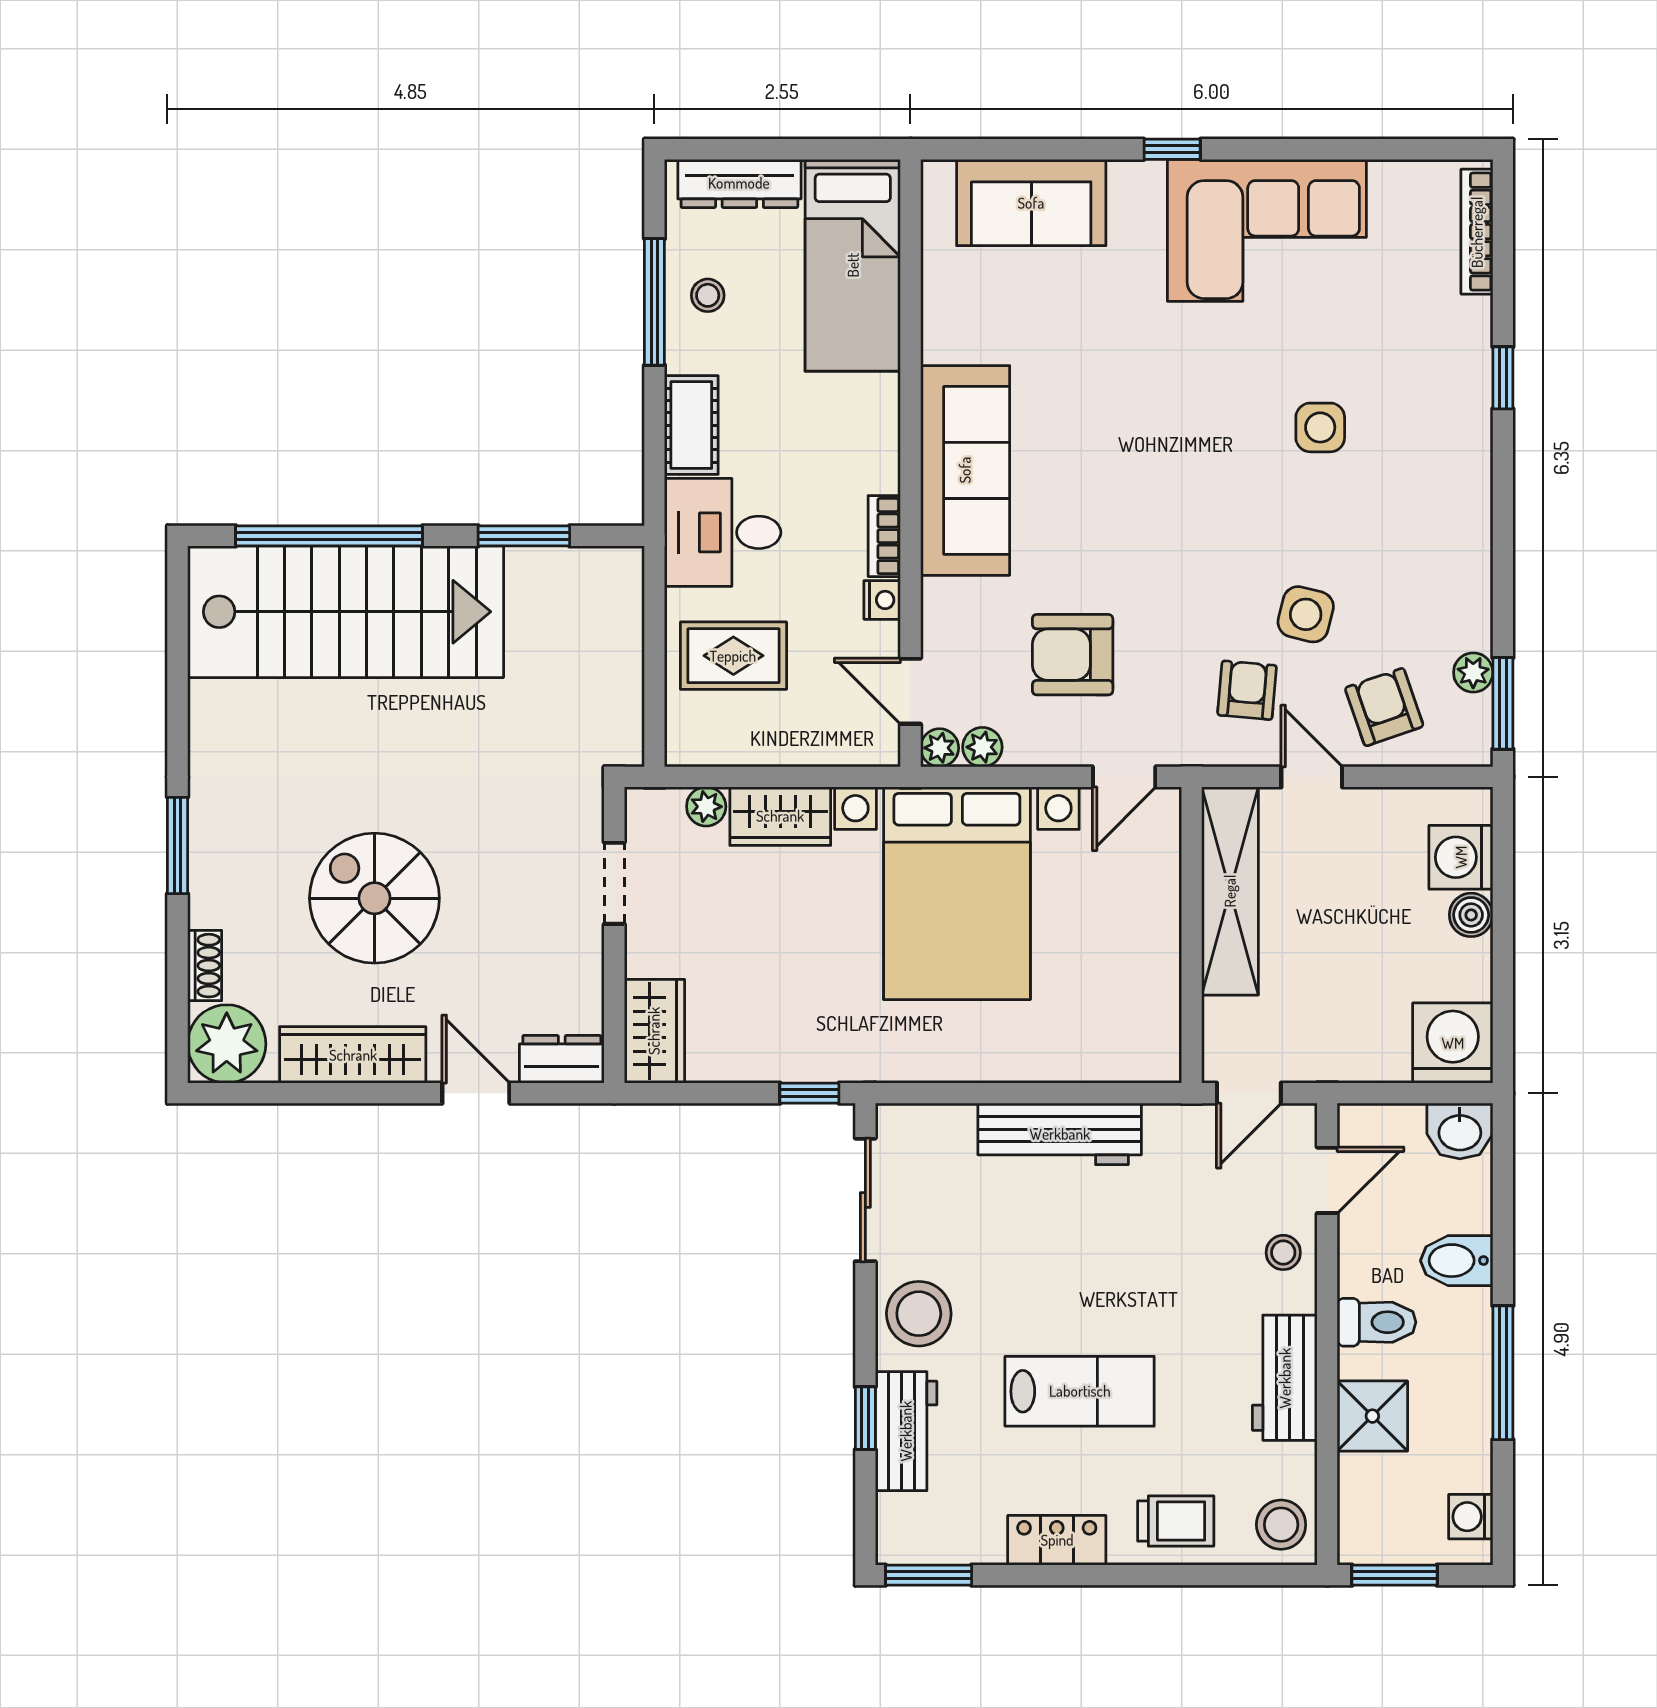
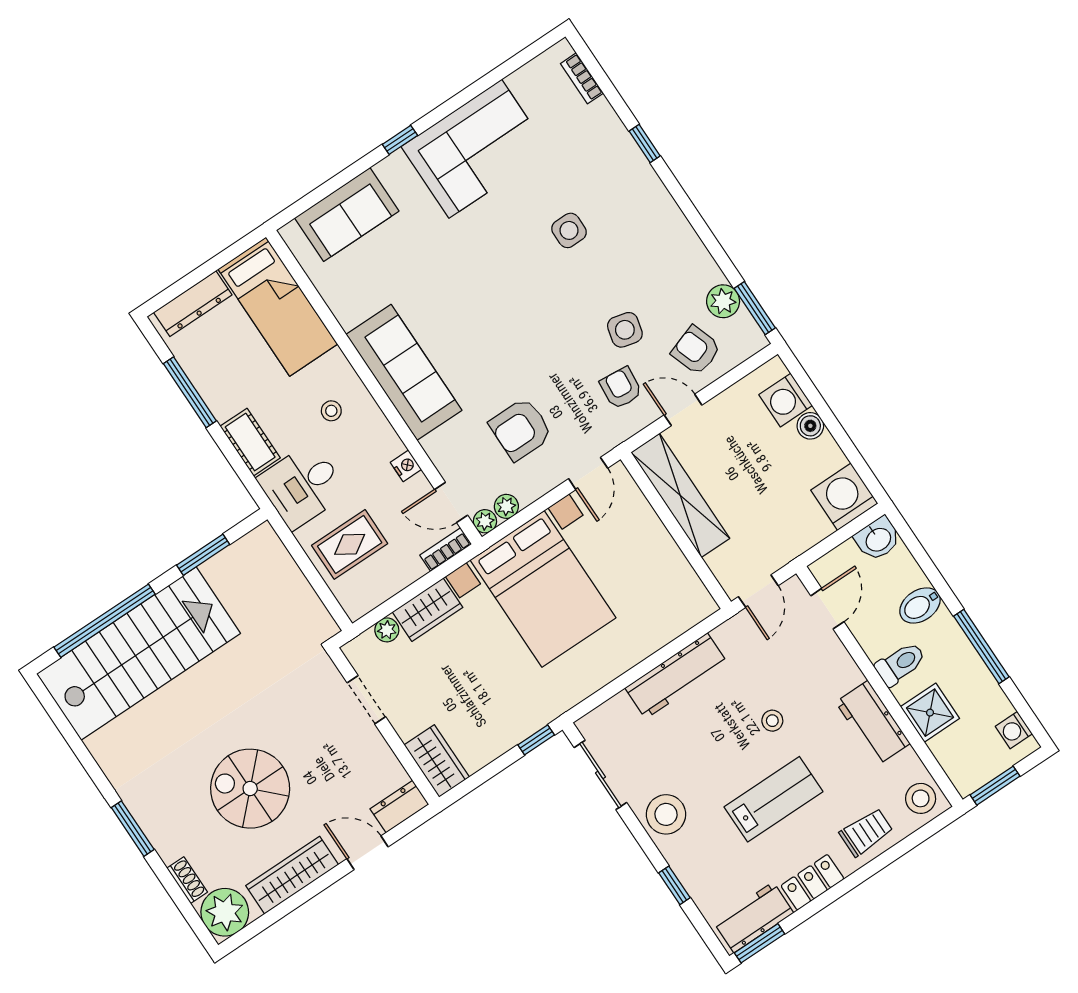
bookcase: (1477, 232) -> (582, 78), width x0.64
stool: (708, 295) -> (331, 411), moved
bookcase: (884, 536) -> (446, 550), moved, turned 90
plant: (1473, 673) -> (723, 301), width x1.38, depth x1.38
stool: (1283, 1252) -> (772, 721), moved
workbench: (906, 1431) -> (754, 917), moved, turned -90

